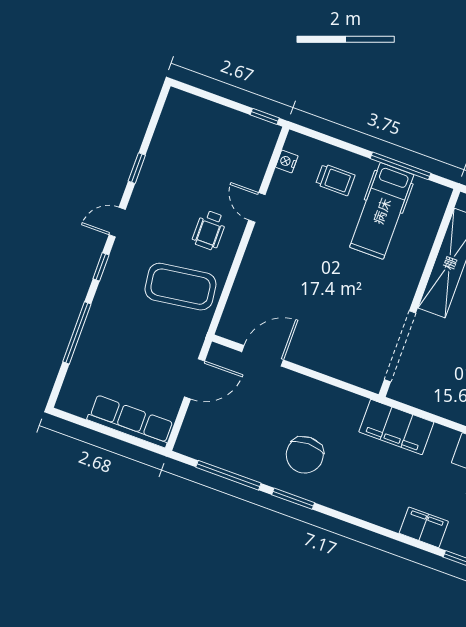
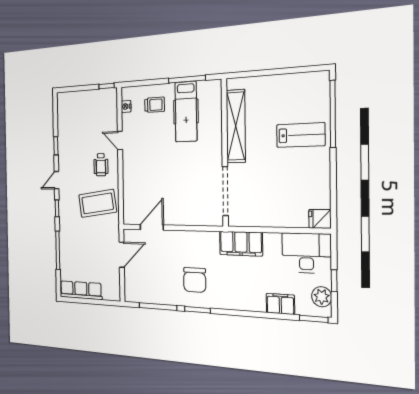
row of seats: (130, 421) -> (81, 290), moved

